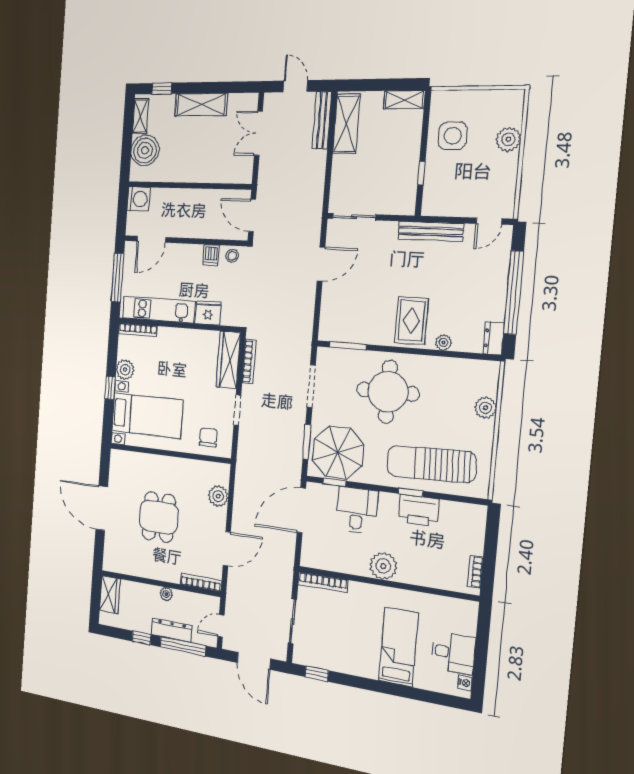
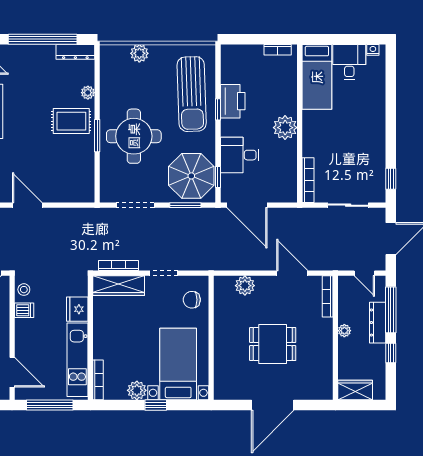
dresser: (494, 338) -> (75, 52), width x1.44
window: (348, 346) -> (97, 136), moved
bed: (398, 647) -> (317, 77), moved, turned -90

